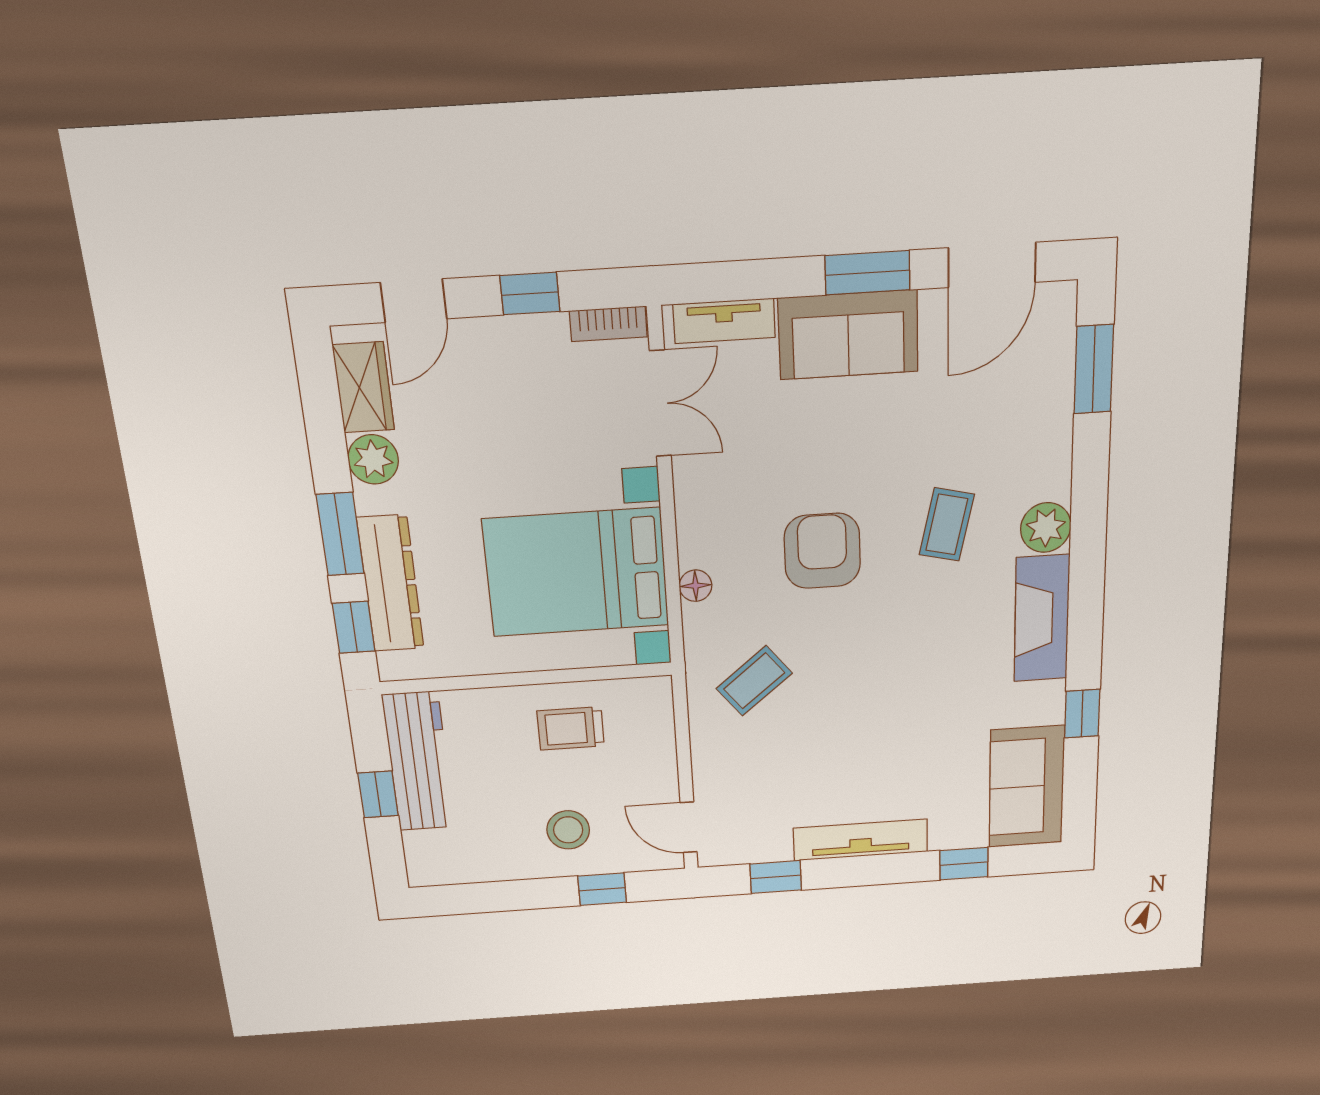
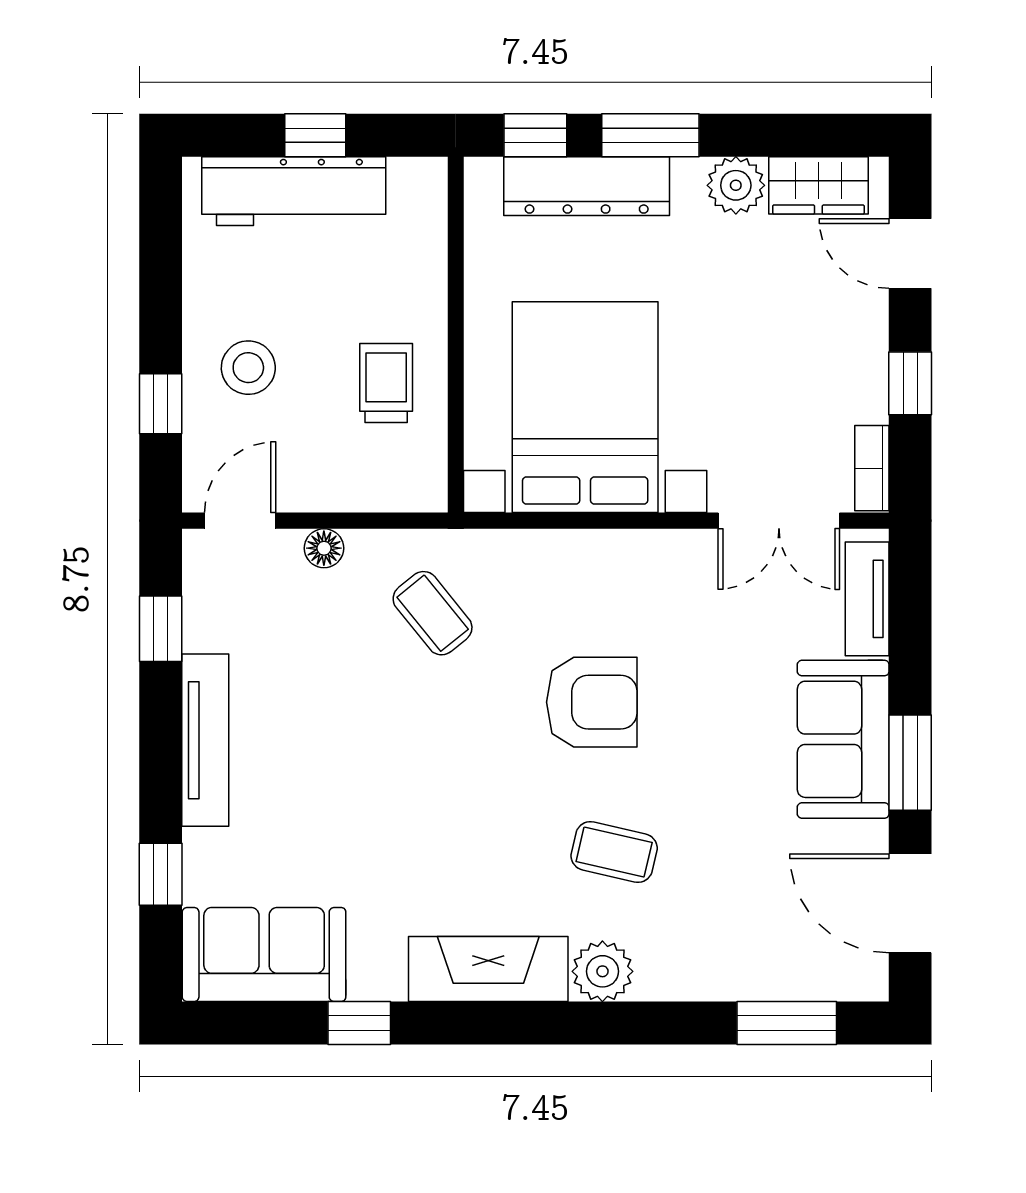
floor lamp: (696, 586) -> (324, 548), moved
workbench: (419, 762) -> (294, 191), moved

